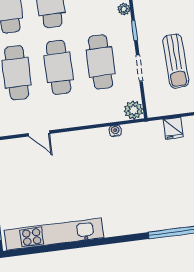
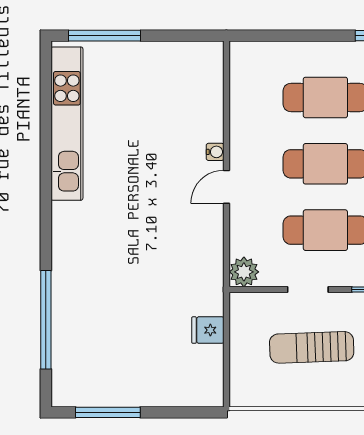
water cooler: (115, 131) -> (215, 152), moved
door: (39, 133) -> (226, 187), moved

